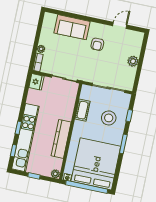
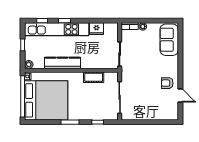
sofa: (72, 27) -> (169, 40), moved
armchair: (97, 44) -> (167, 83), moved
plant: (133, 61) -> (149, 115), removed
fridge: (36, 82) -> (96, 29), moved
stool: (109, 118) -> (91, 103), removed

